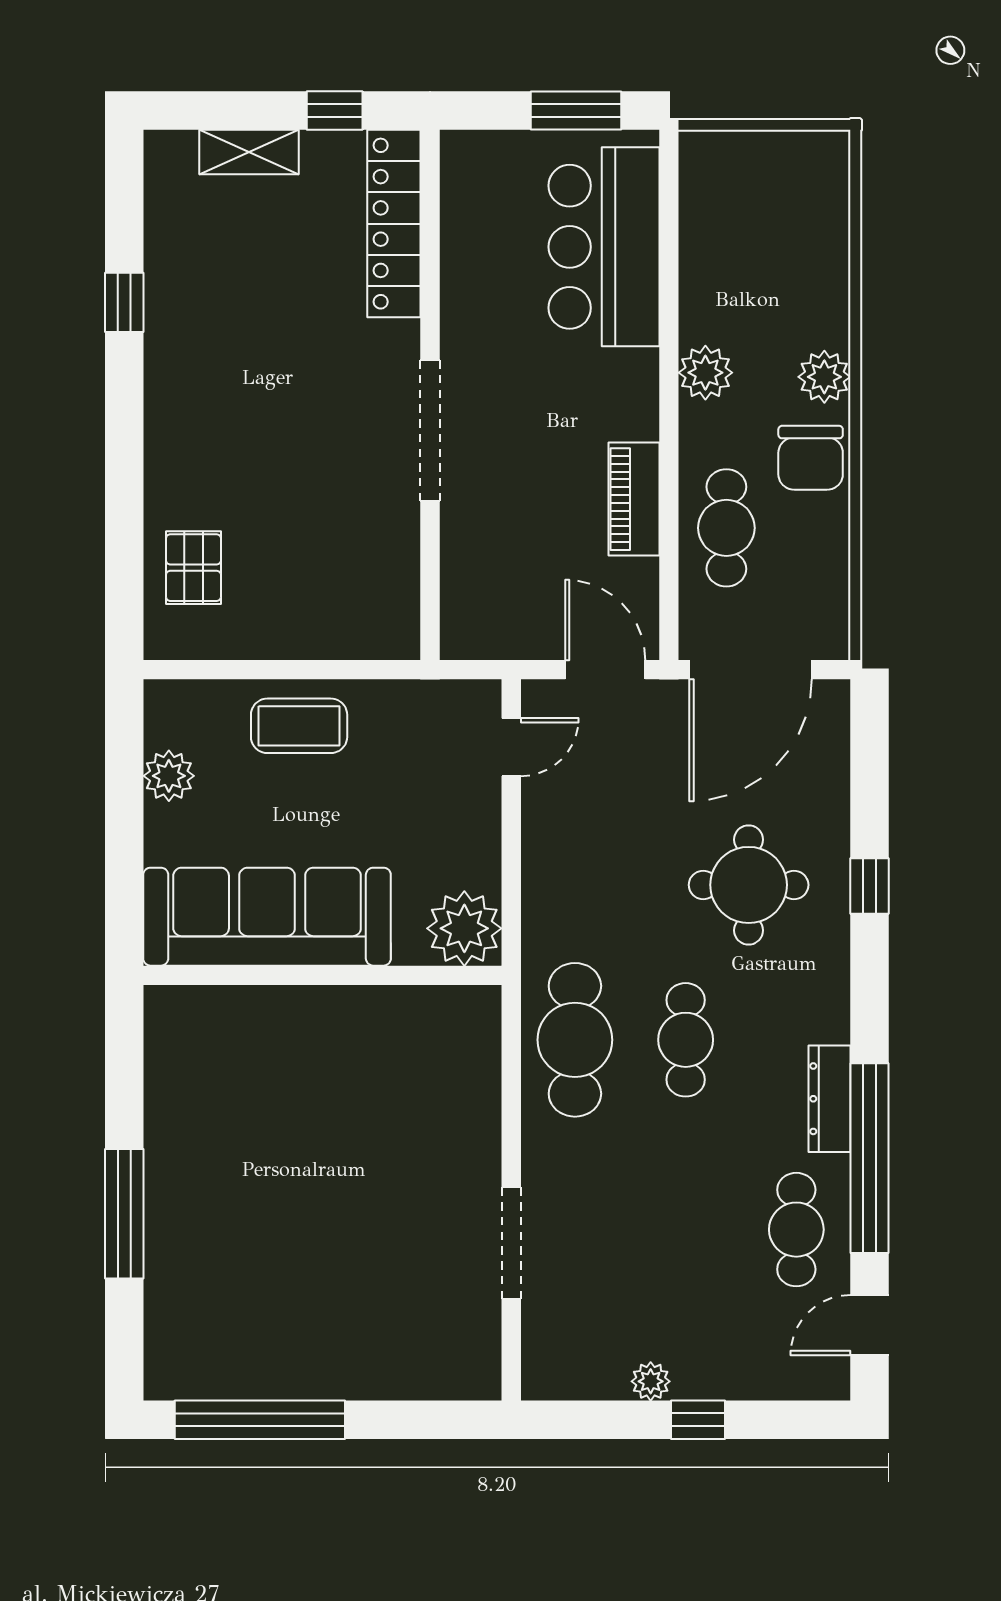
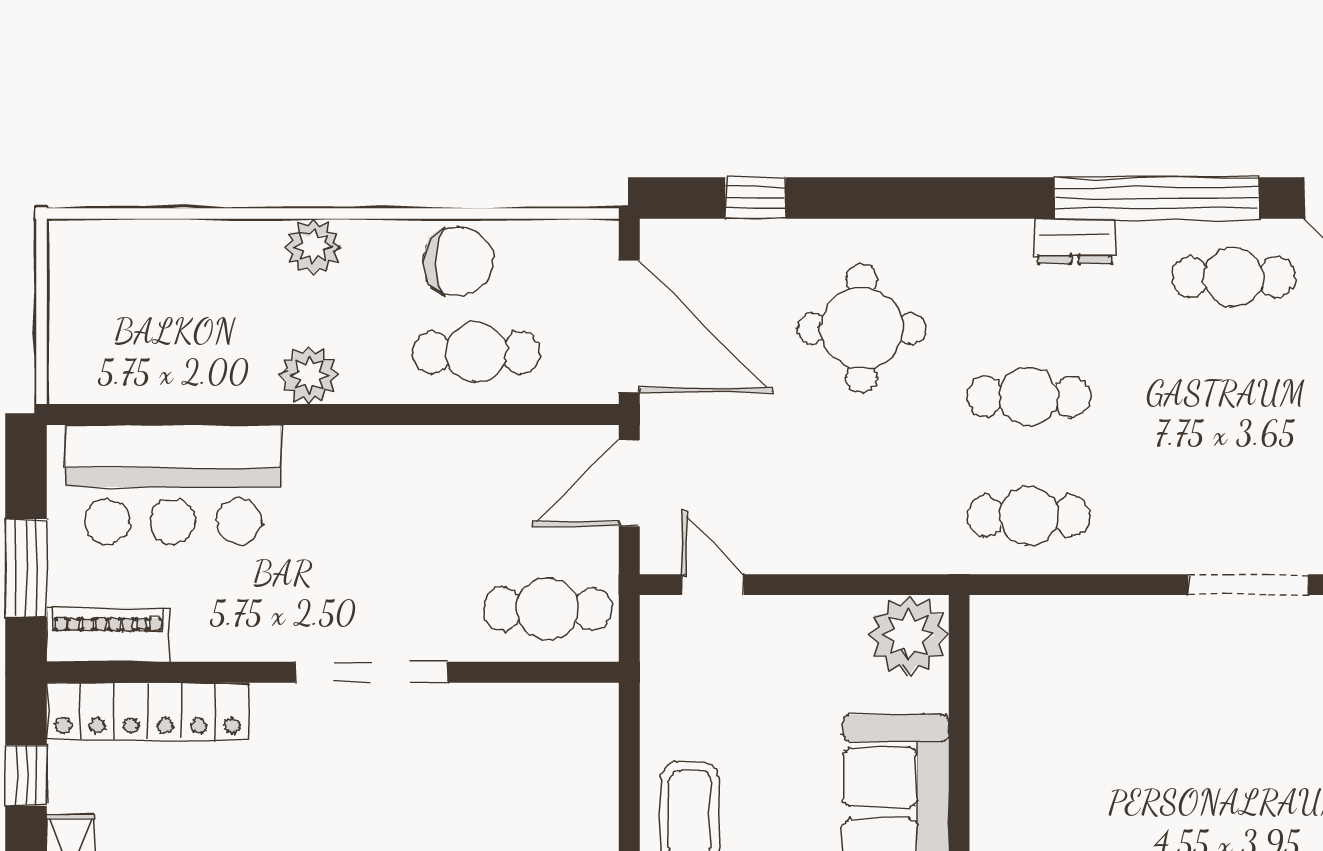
window: (576, 111) -> (26, 568), moved
chair: (811, 458) -> (458, 261), moved
piano: (634, 499) -> (108, 635), moved, turned 180
cafe table: (489, 594) -> (548, 609), added
window: (870, 886) -> (756, 198), moved
cafe table: (575, 1040) -> (1029, 516), width x0.73, depth x0.74
dresser: (830, 1099) -> (1075, 241), width x0.70

